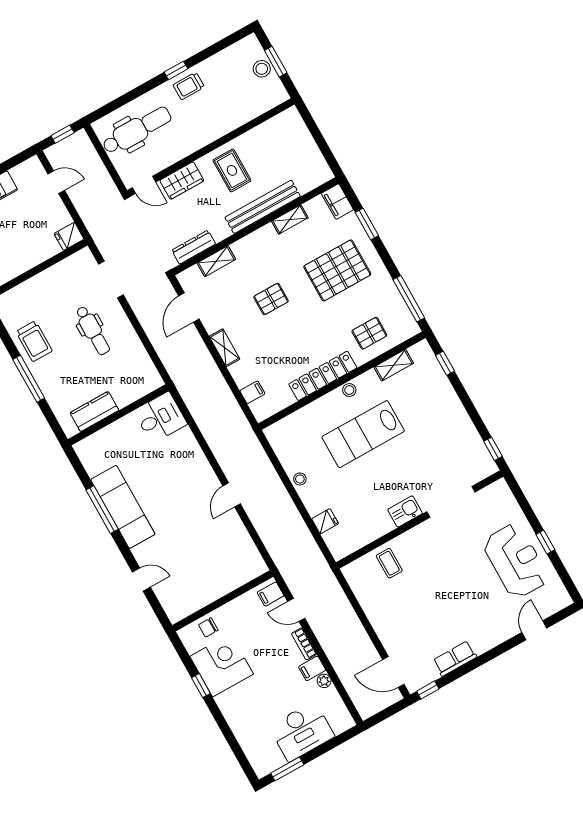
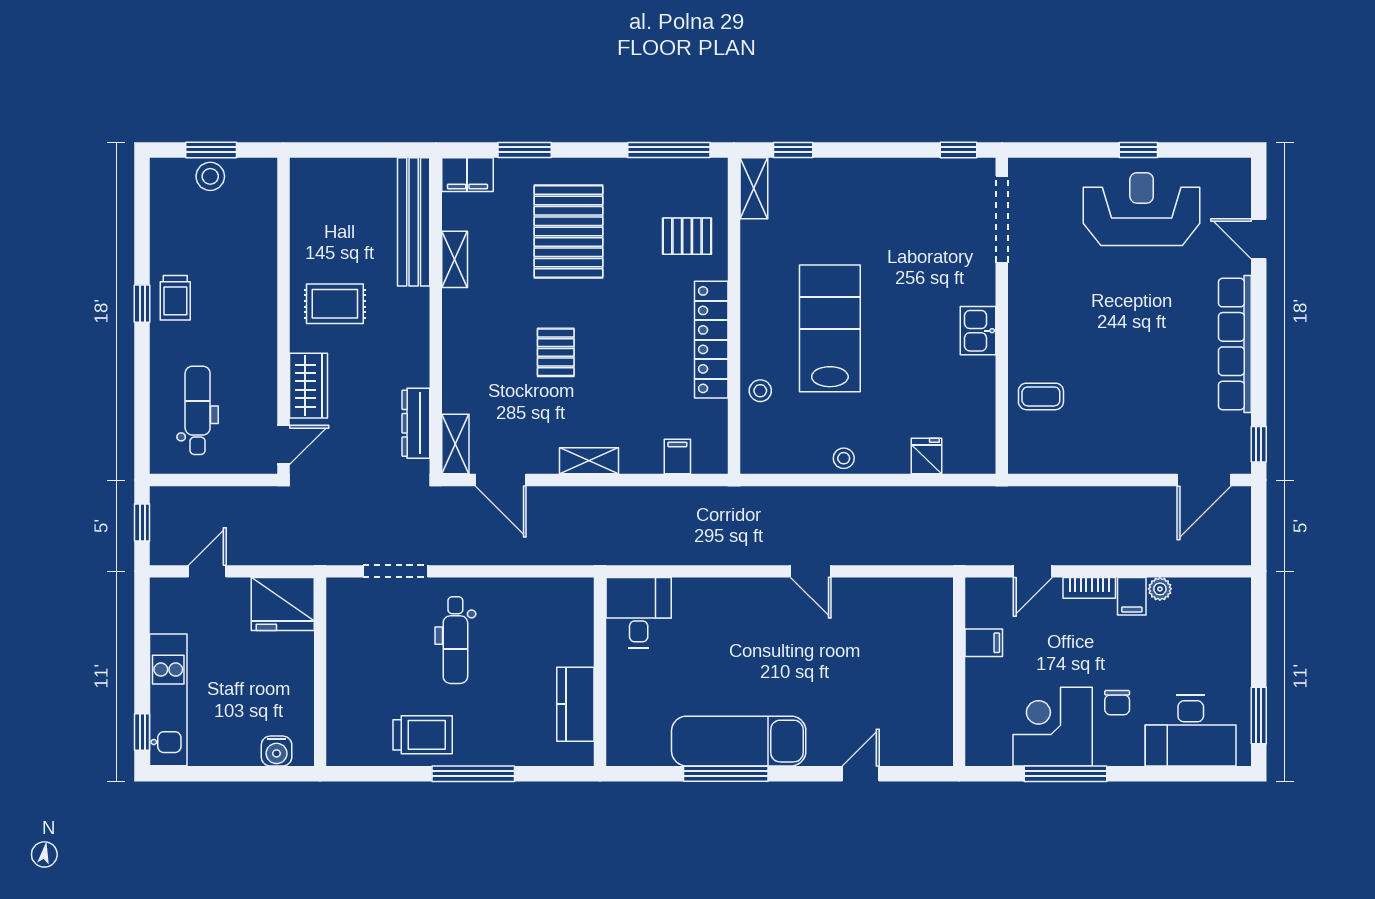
dental chair: (137, 130) -> (198, 410), width x0.73, depth x0.72
bench: (263, 207) -> (414, 222), moved
fridge: (69, 236) -> (283, 604), width x1.88, depth x1.34
shelving: (216, 261) -> (455, 444), moved
dental chair: (93, 331) -> (455, 640), turned 90
pallet: (369, 333) -> (687, 236), turned 90
shelving: (394, 365) -> (754, 188), moved
stool: (349, 390) -> (760, 391), moved
lab bench: (363, 434) -> (830, 328), turned 180
doorway: (451, 502) -> (1002, 219), moved
filing cabinet: (271, 594) -> (984, 643), moved, turned -90
chair: (208, 627) -> (1117, 703), moved
row of seats: (455, 659) -> (1235, 344), width x2.02
window: (201, 686) -> (1065, 774), width x2.17
desk: (302, 731) -> (1191, 731), moved, turned 90

